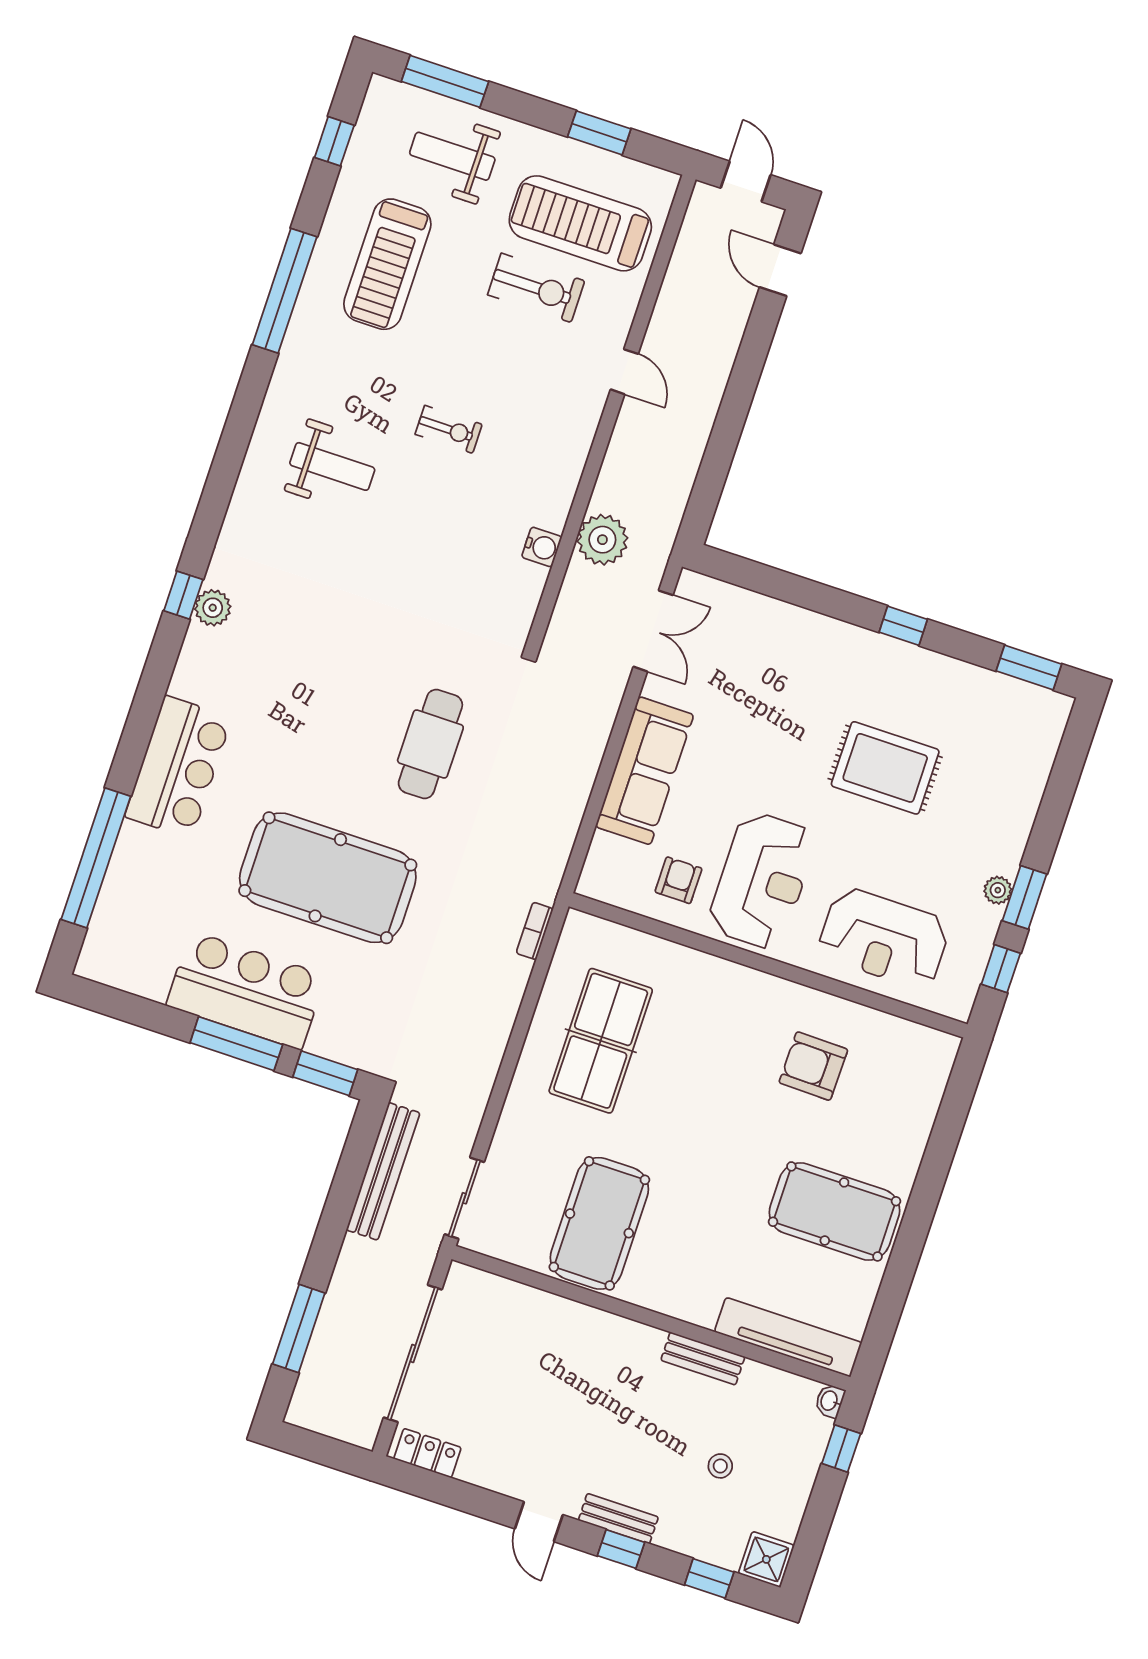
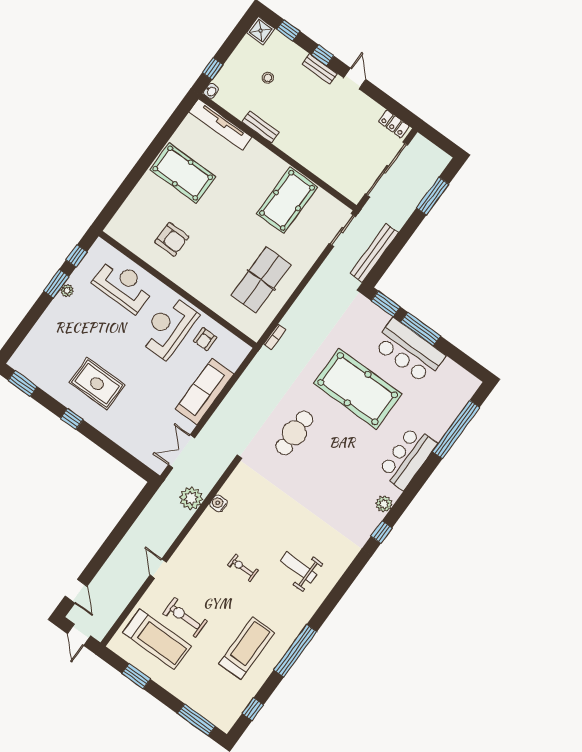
weight bench: (452, 156) -> (203, 686), removed
plant: (213, 608) -> (384, 504), moved
rug: (885, 768) -> (97, 384), moved

